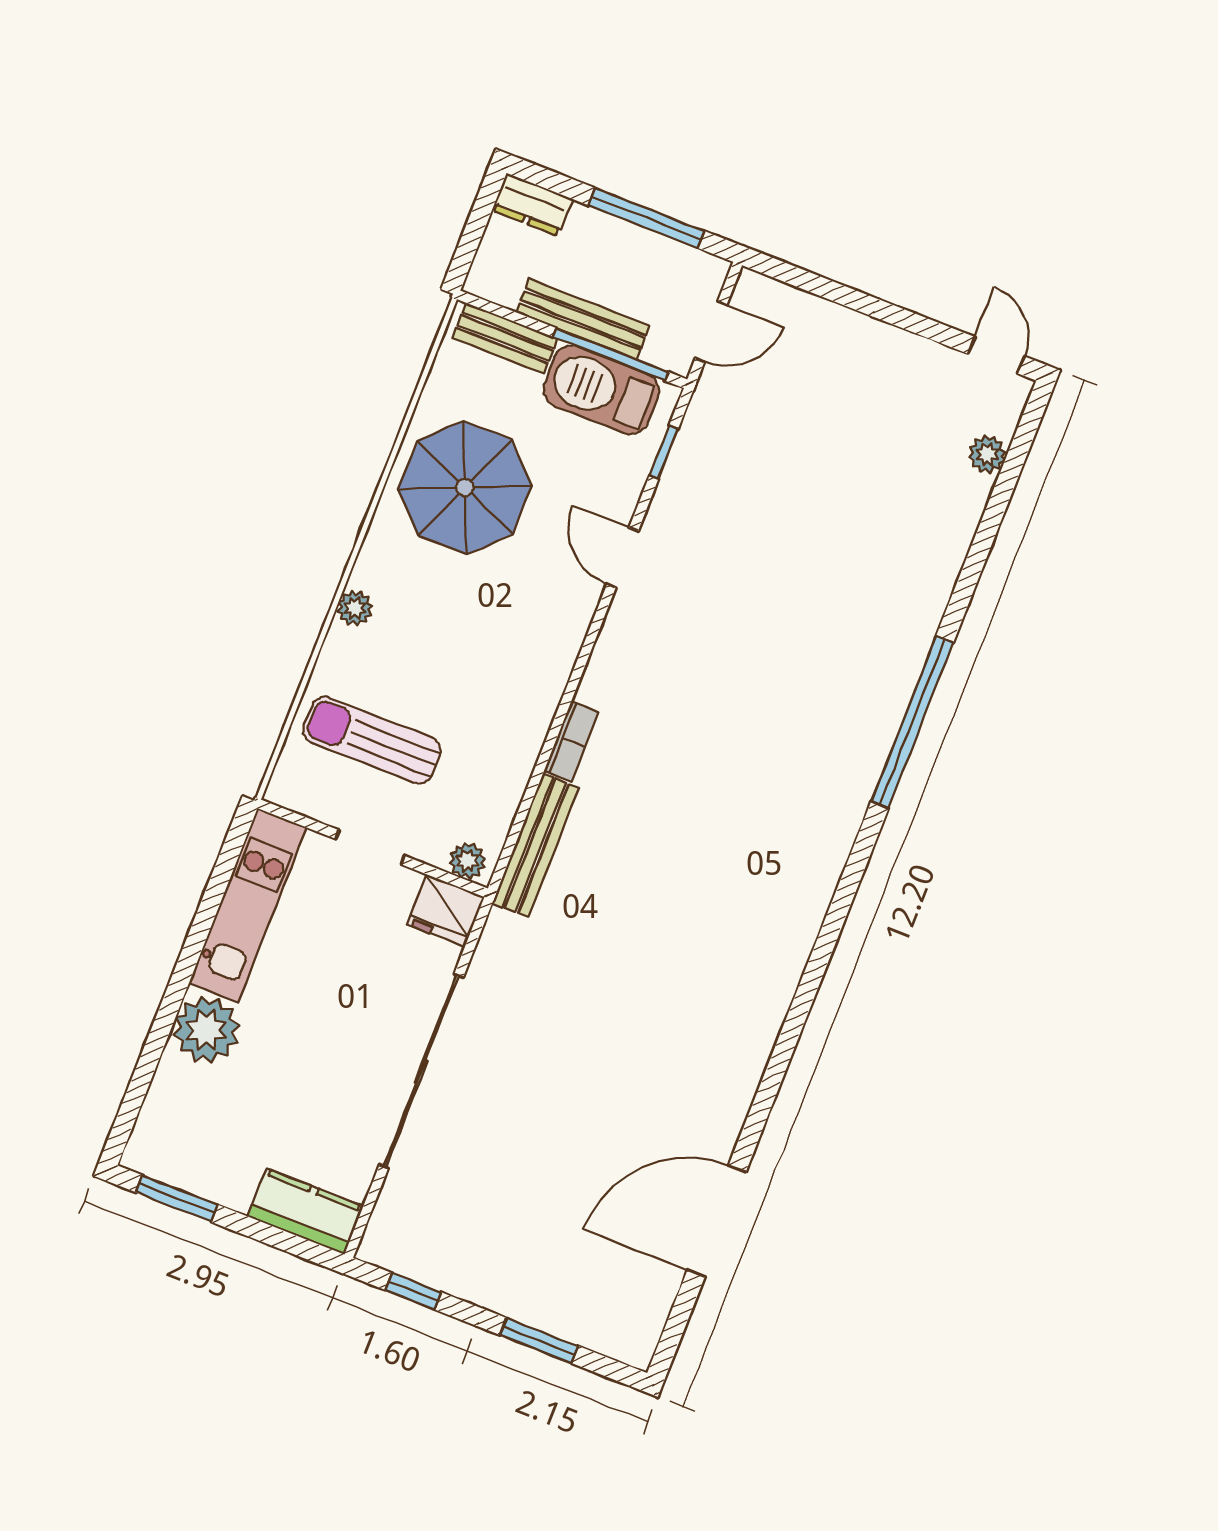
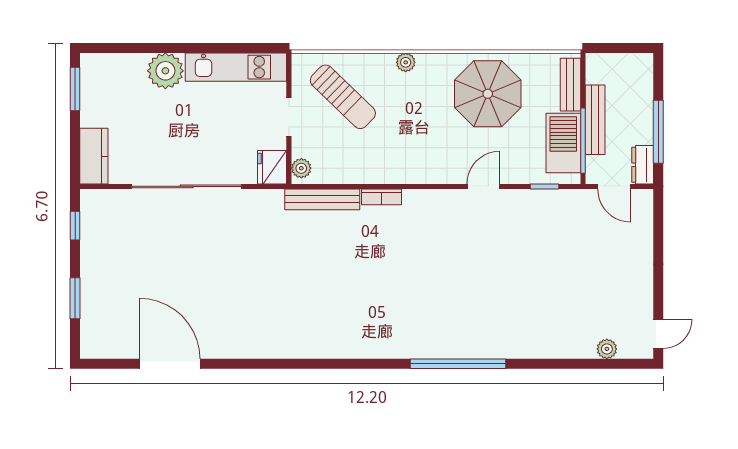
dresser: (532, 205) -> (643, 165), moved
sun lounger: (372, 740) -> (343, 97), turned 134

